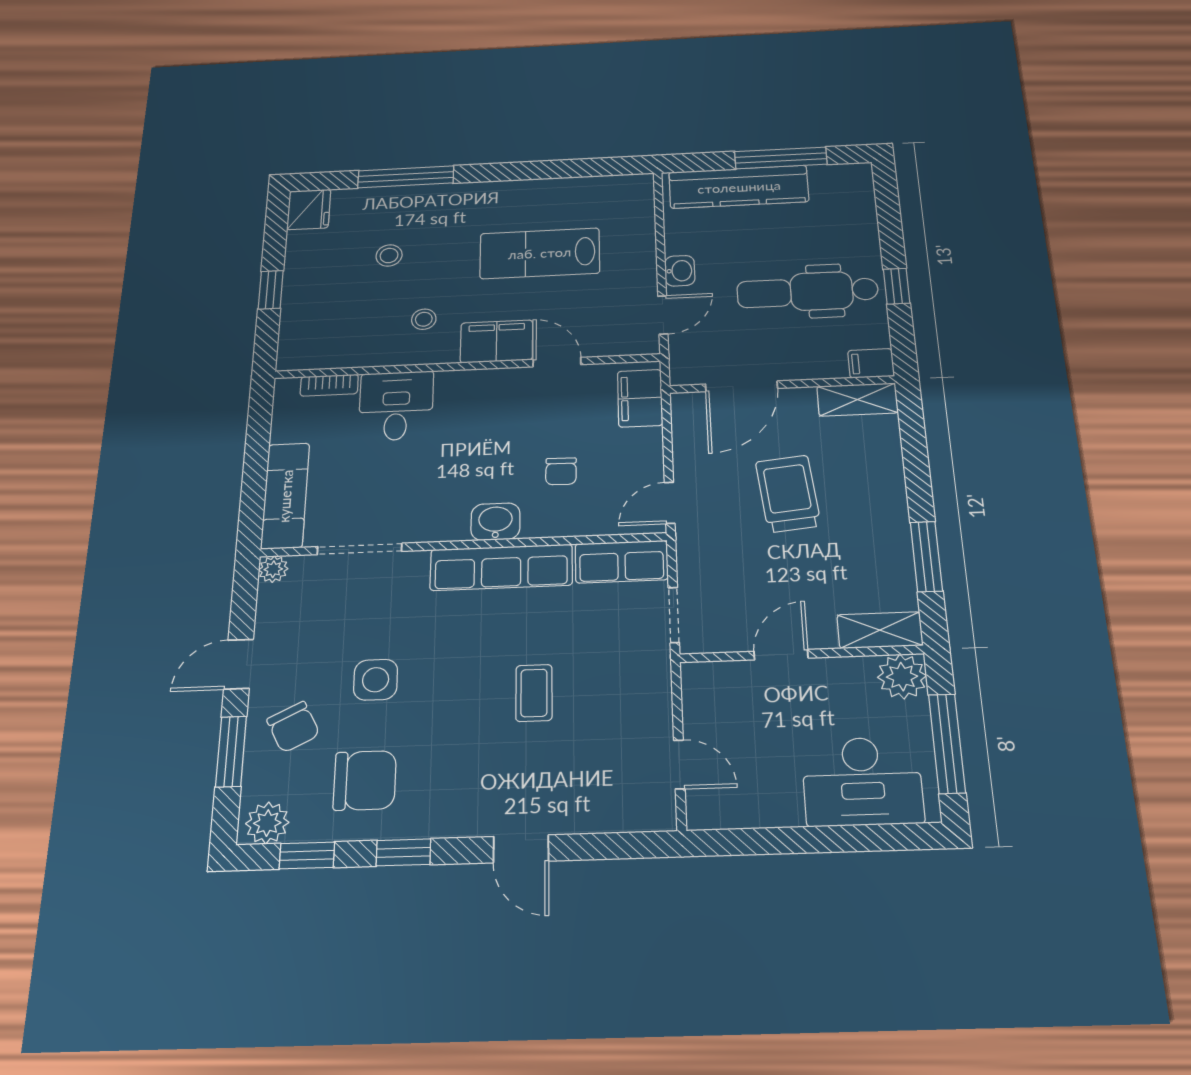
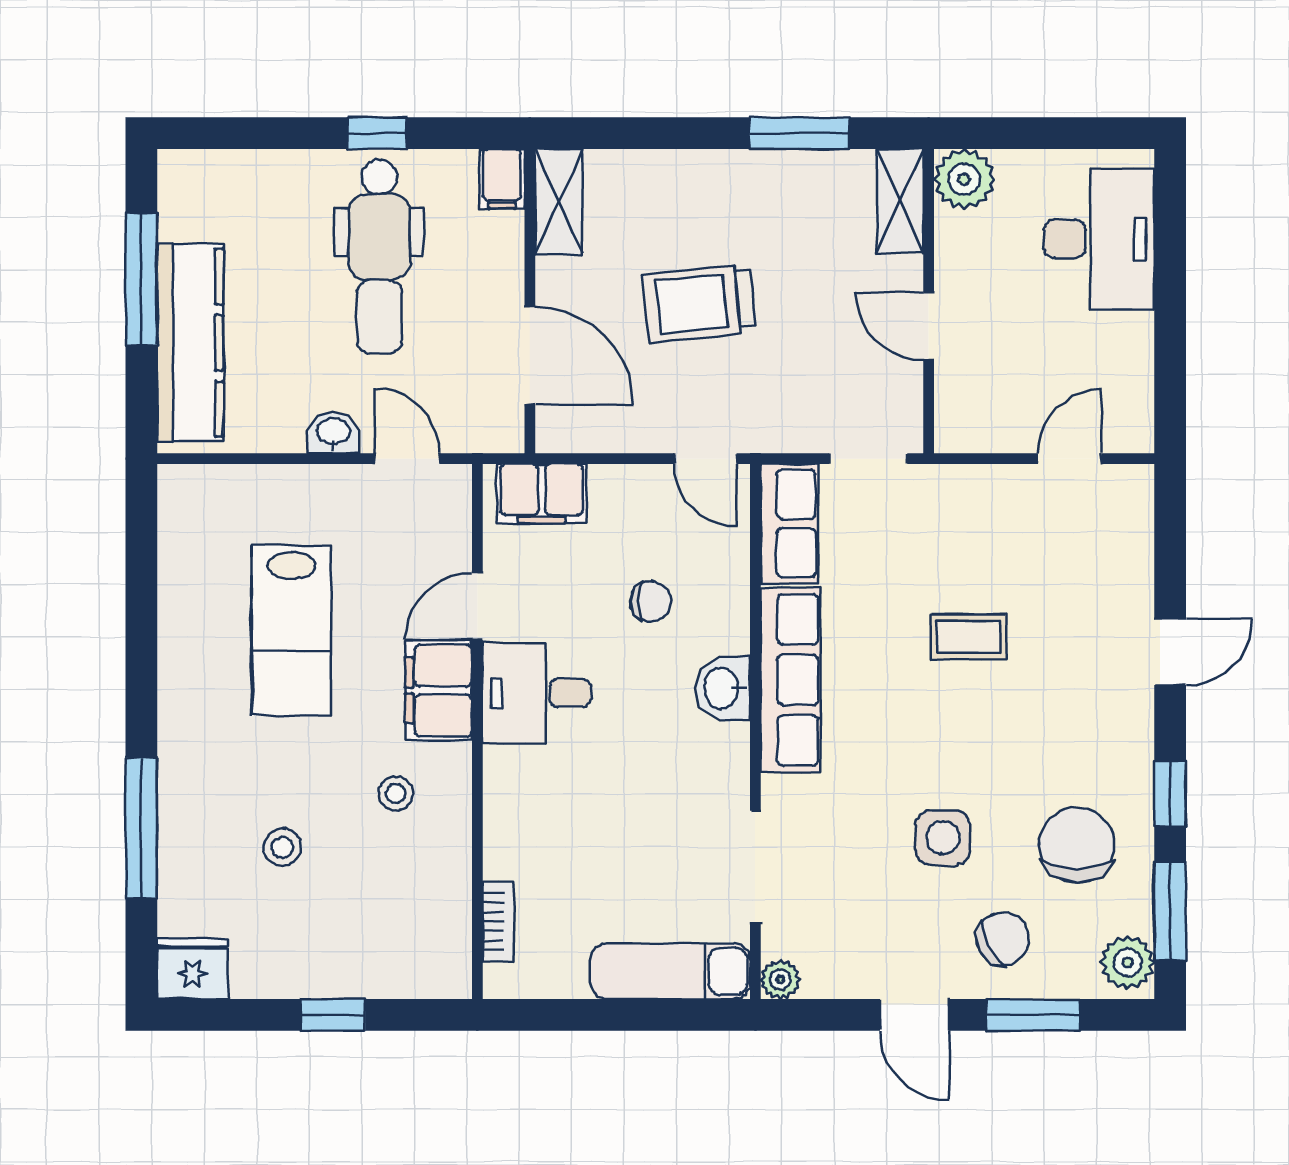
desk: (396, 406) -> (537, 693), moved
window: (947, 743) -> (1054, 133), removed
window: (307, 855) -> (1170, 911), width x1.50

